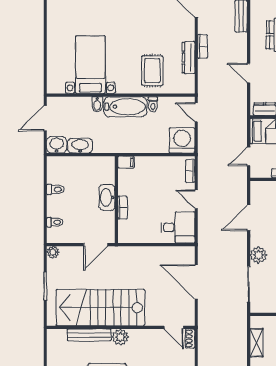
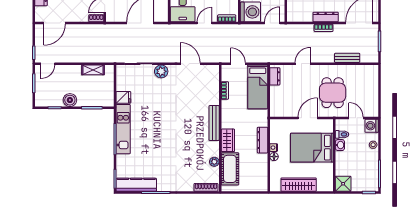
dresser: (189, 58) -> (326, 17), moved

